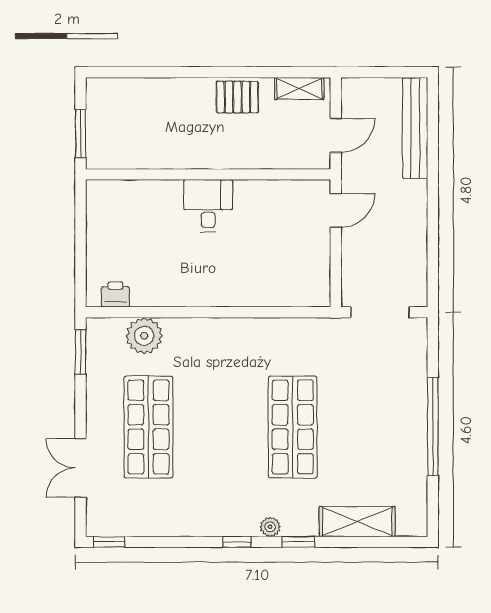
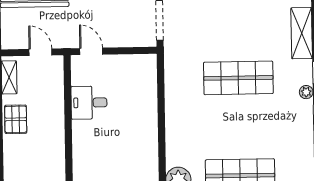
desk: (208, 206) -> (89, 103), moved

